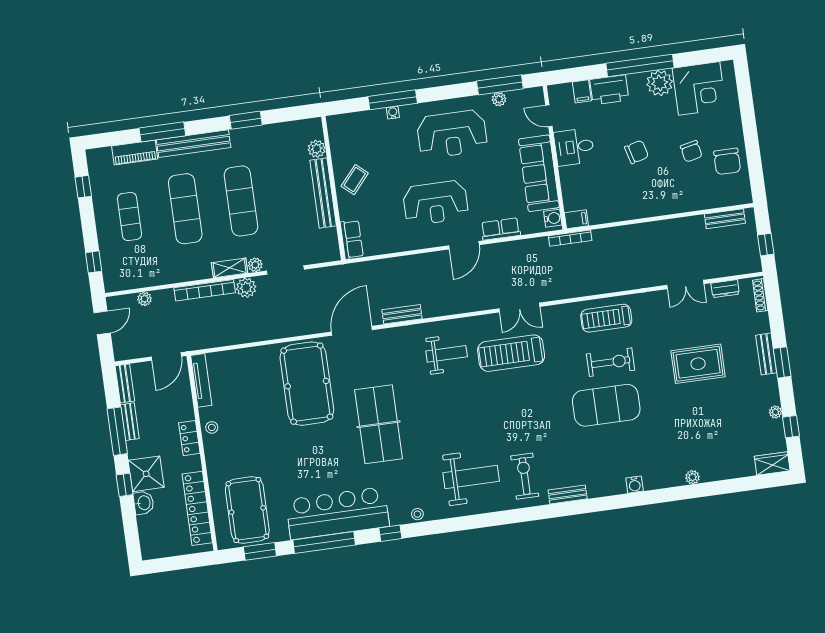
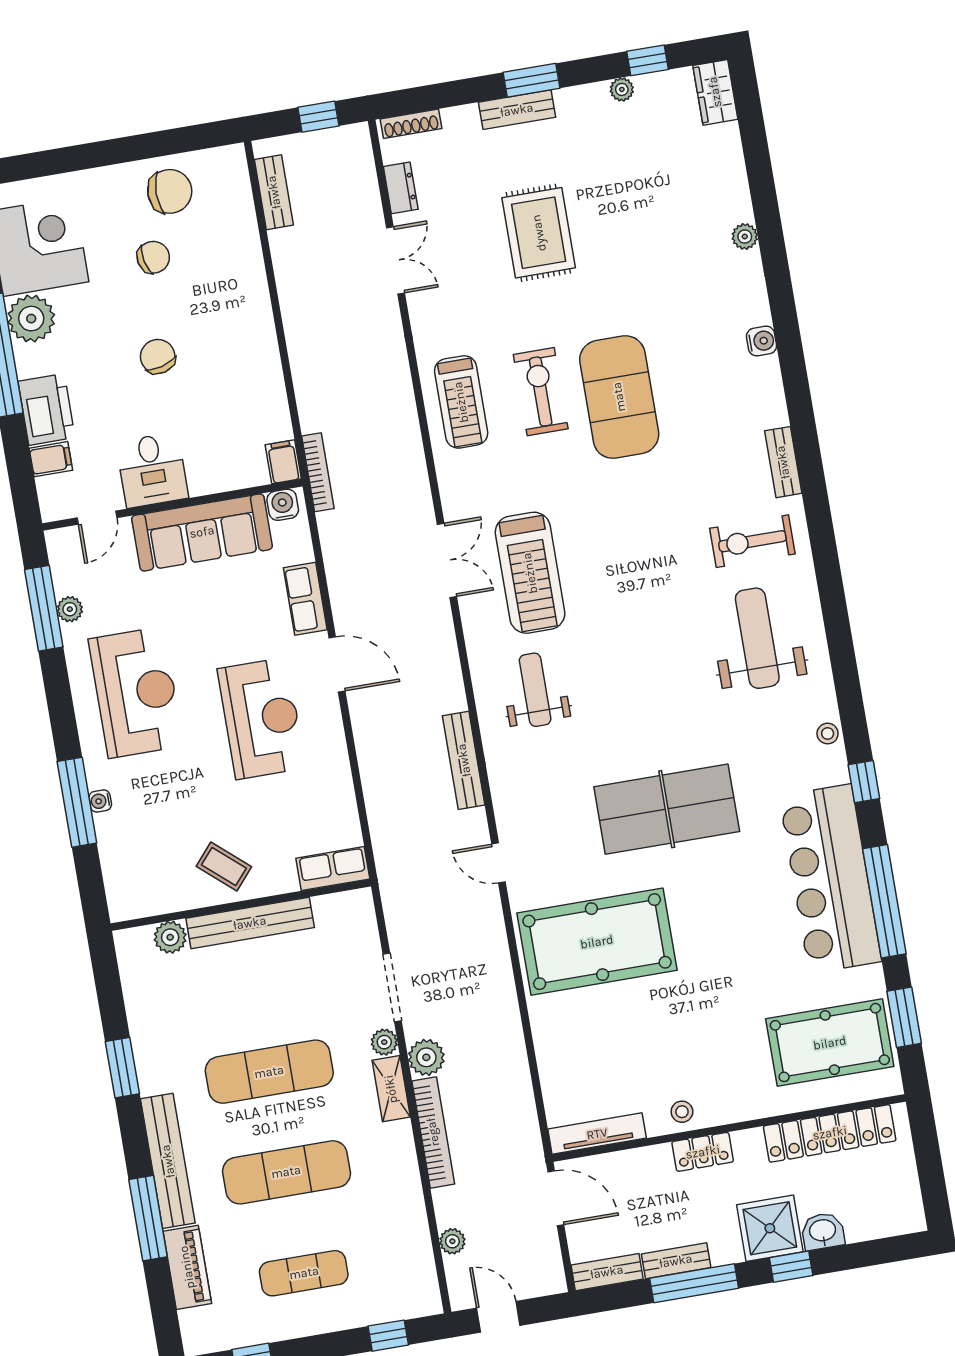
bench: (402, 314) -> (464, 760), width x1.36
door: (352, 331) -> (499, 863), width x0.53

